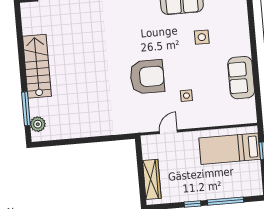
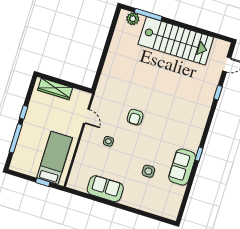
stairs: (37, 66) -> (176, 41), width x1.36, depth x1.51
armchair: (147, 77) -> (135, 117), width x0.53, depth x0.53

